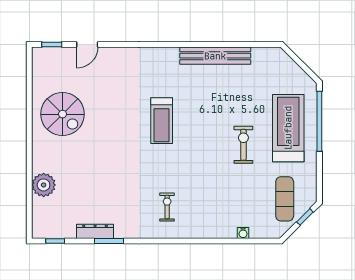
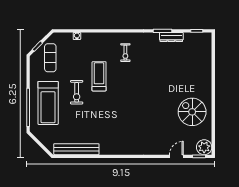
bench: (215, 56) -> (76, 149), moved
treadmill: (162, 121) -> (99, 76), moved
plant: (44, 185) -> (204, 147), moved

